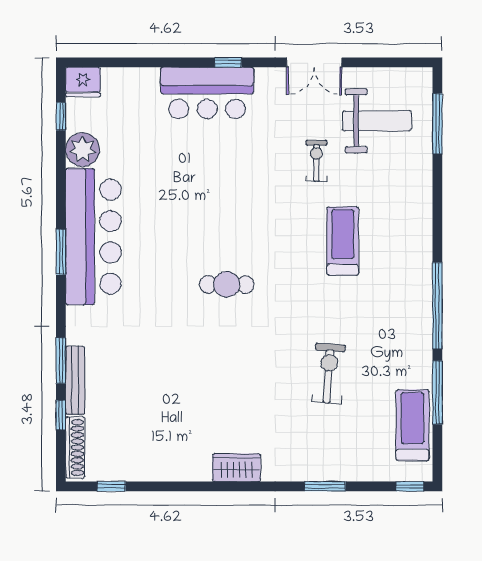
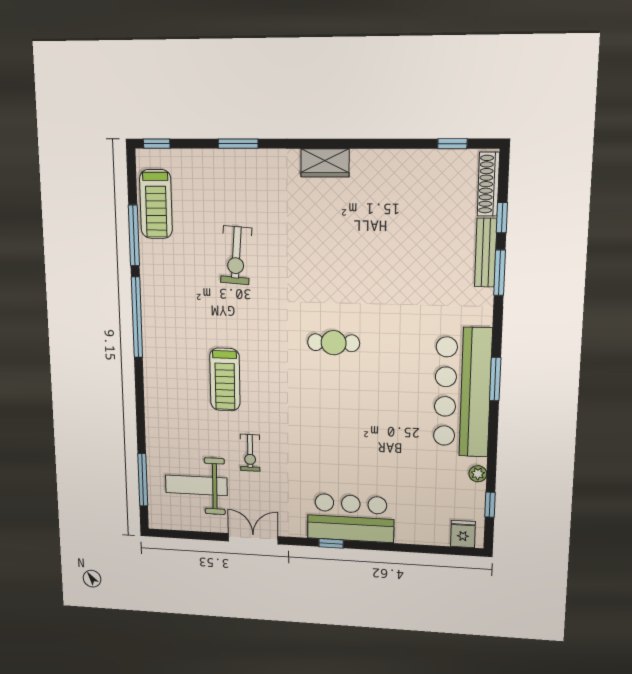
fridge: (83, 82) -> (463, 534), width x0.72
plant: (82, 150) -> (478, 474), width x0.53, depth x0.53

